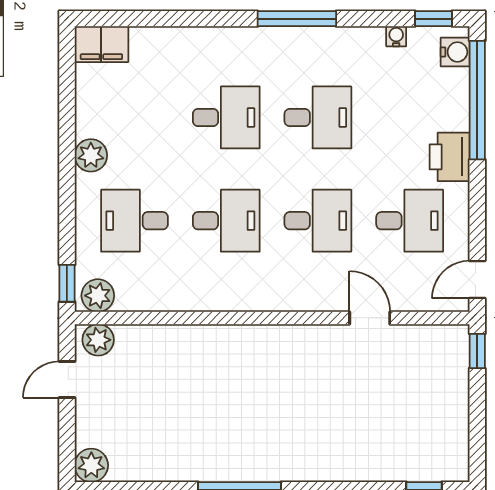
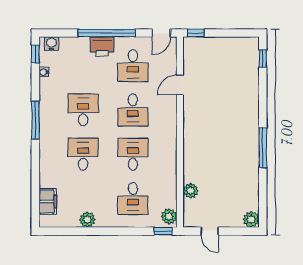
filing cabinet: (101, 44) -> (48, 201), moved
window: (477, 100) -> (107, 33), moved
plant: (91, 155) -> (87, 220), moved
desk: (318, 221) -> (133, 110), turned 180
desk: (410, 221) -> (133, 66), turned 180
door: (477, 280) -> (161, 33), hinge flipped
plant: (98, 340) -> (190, 191), moved

